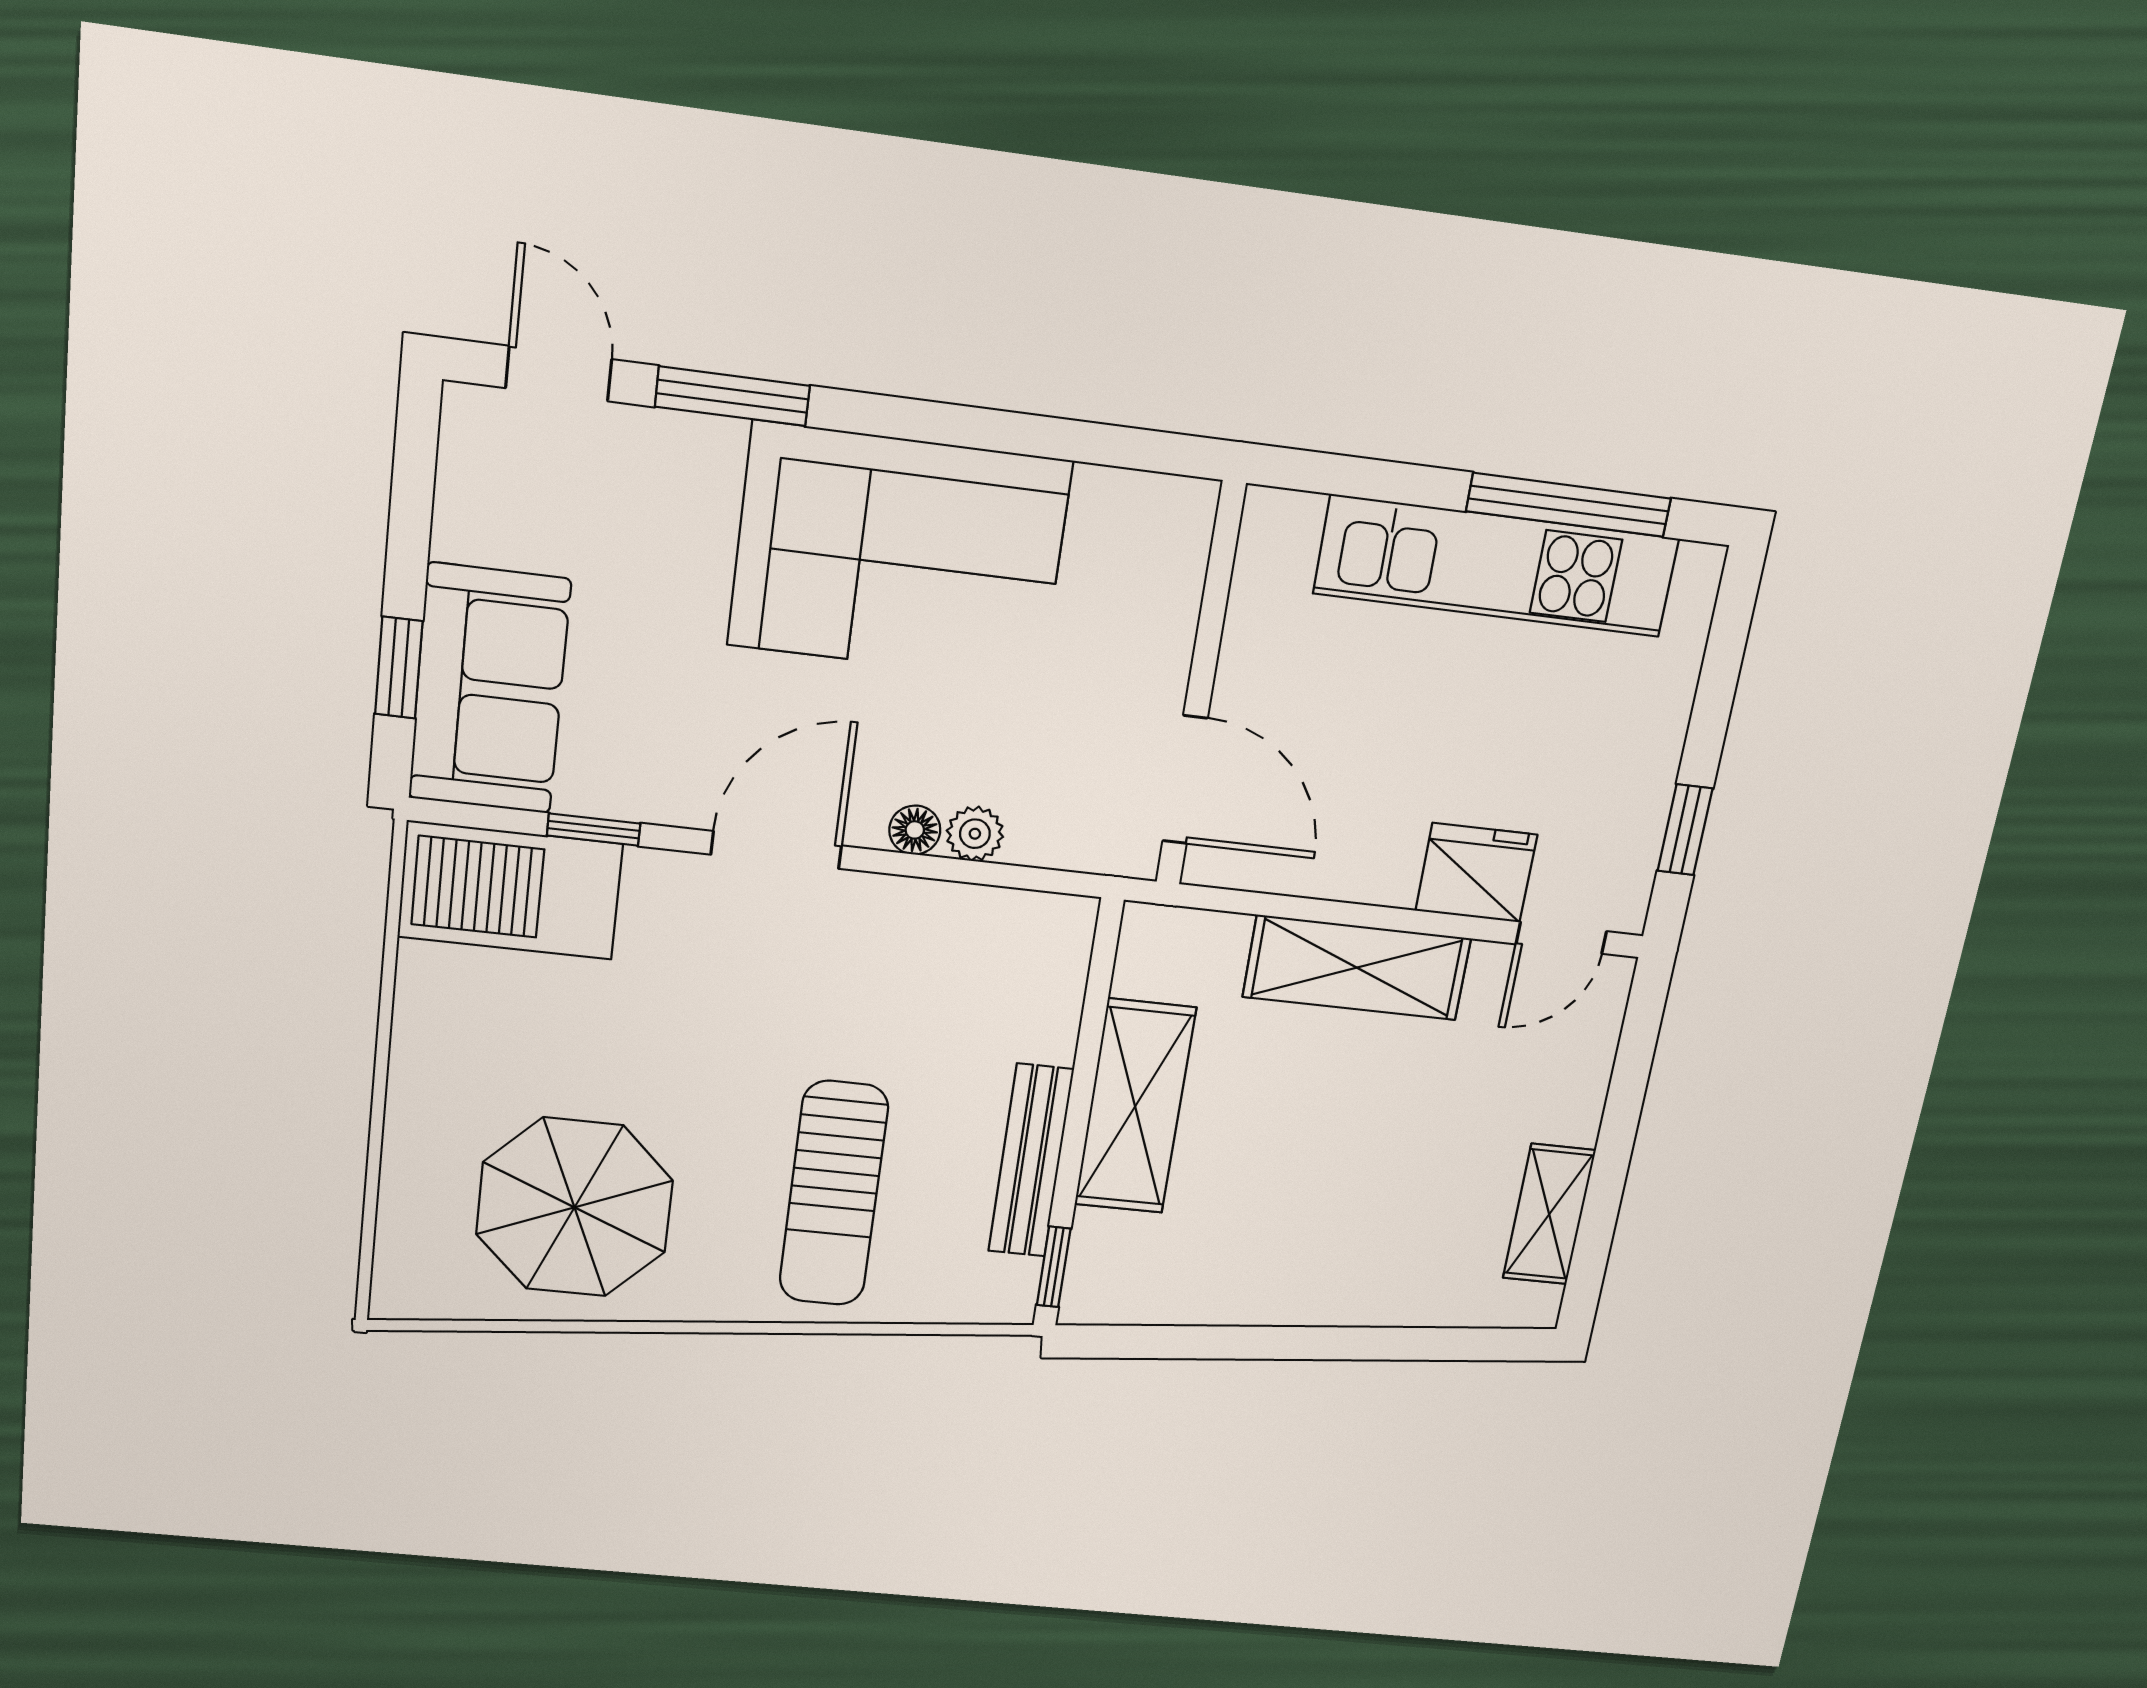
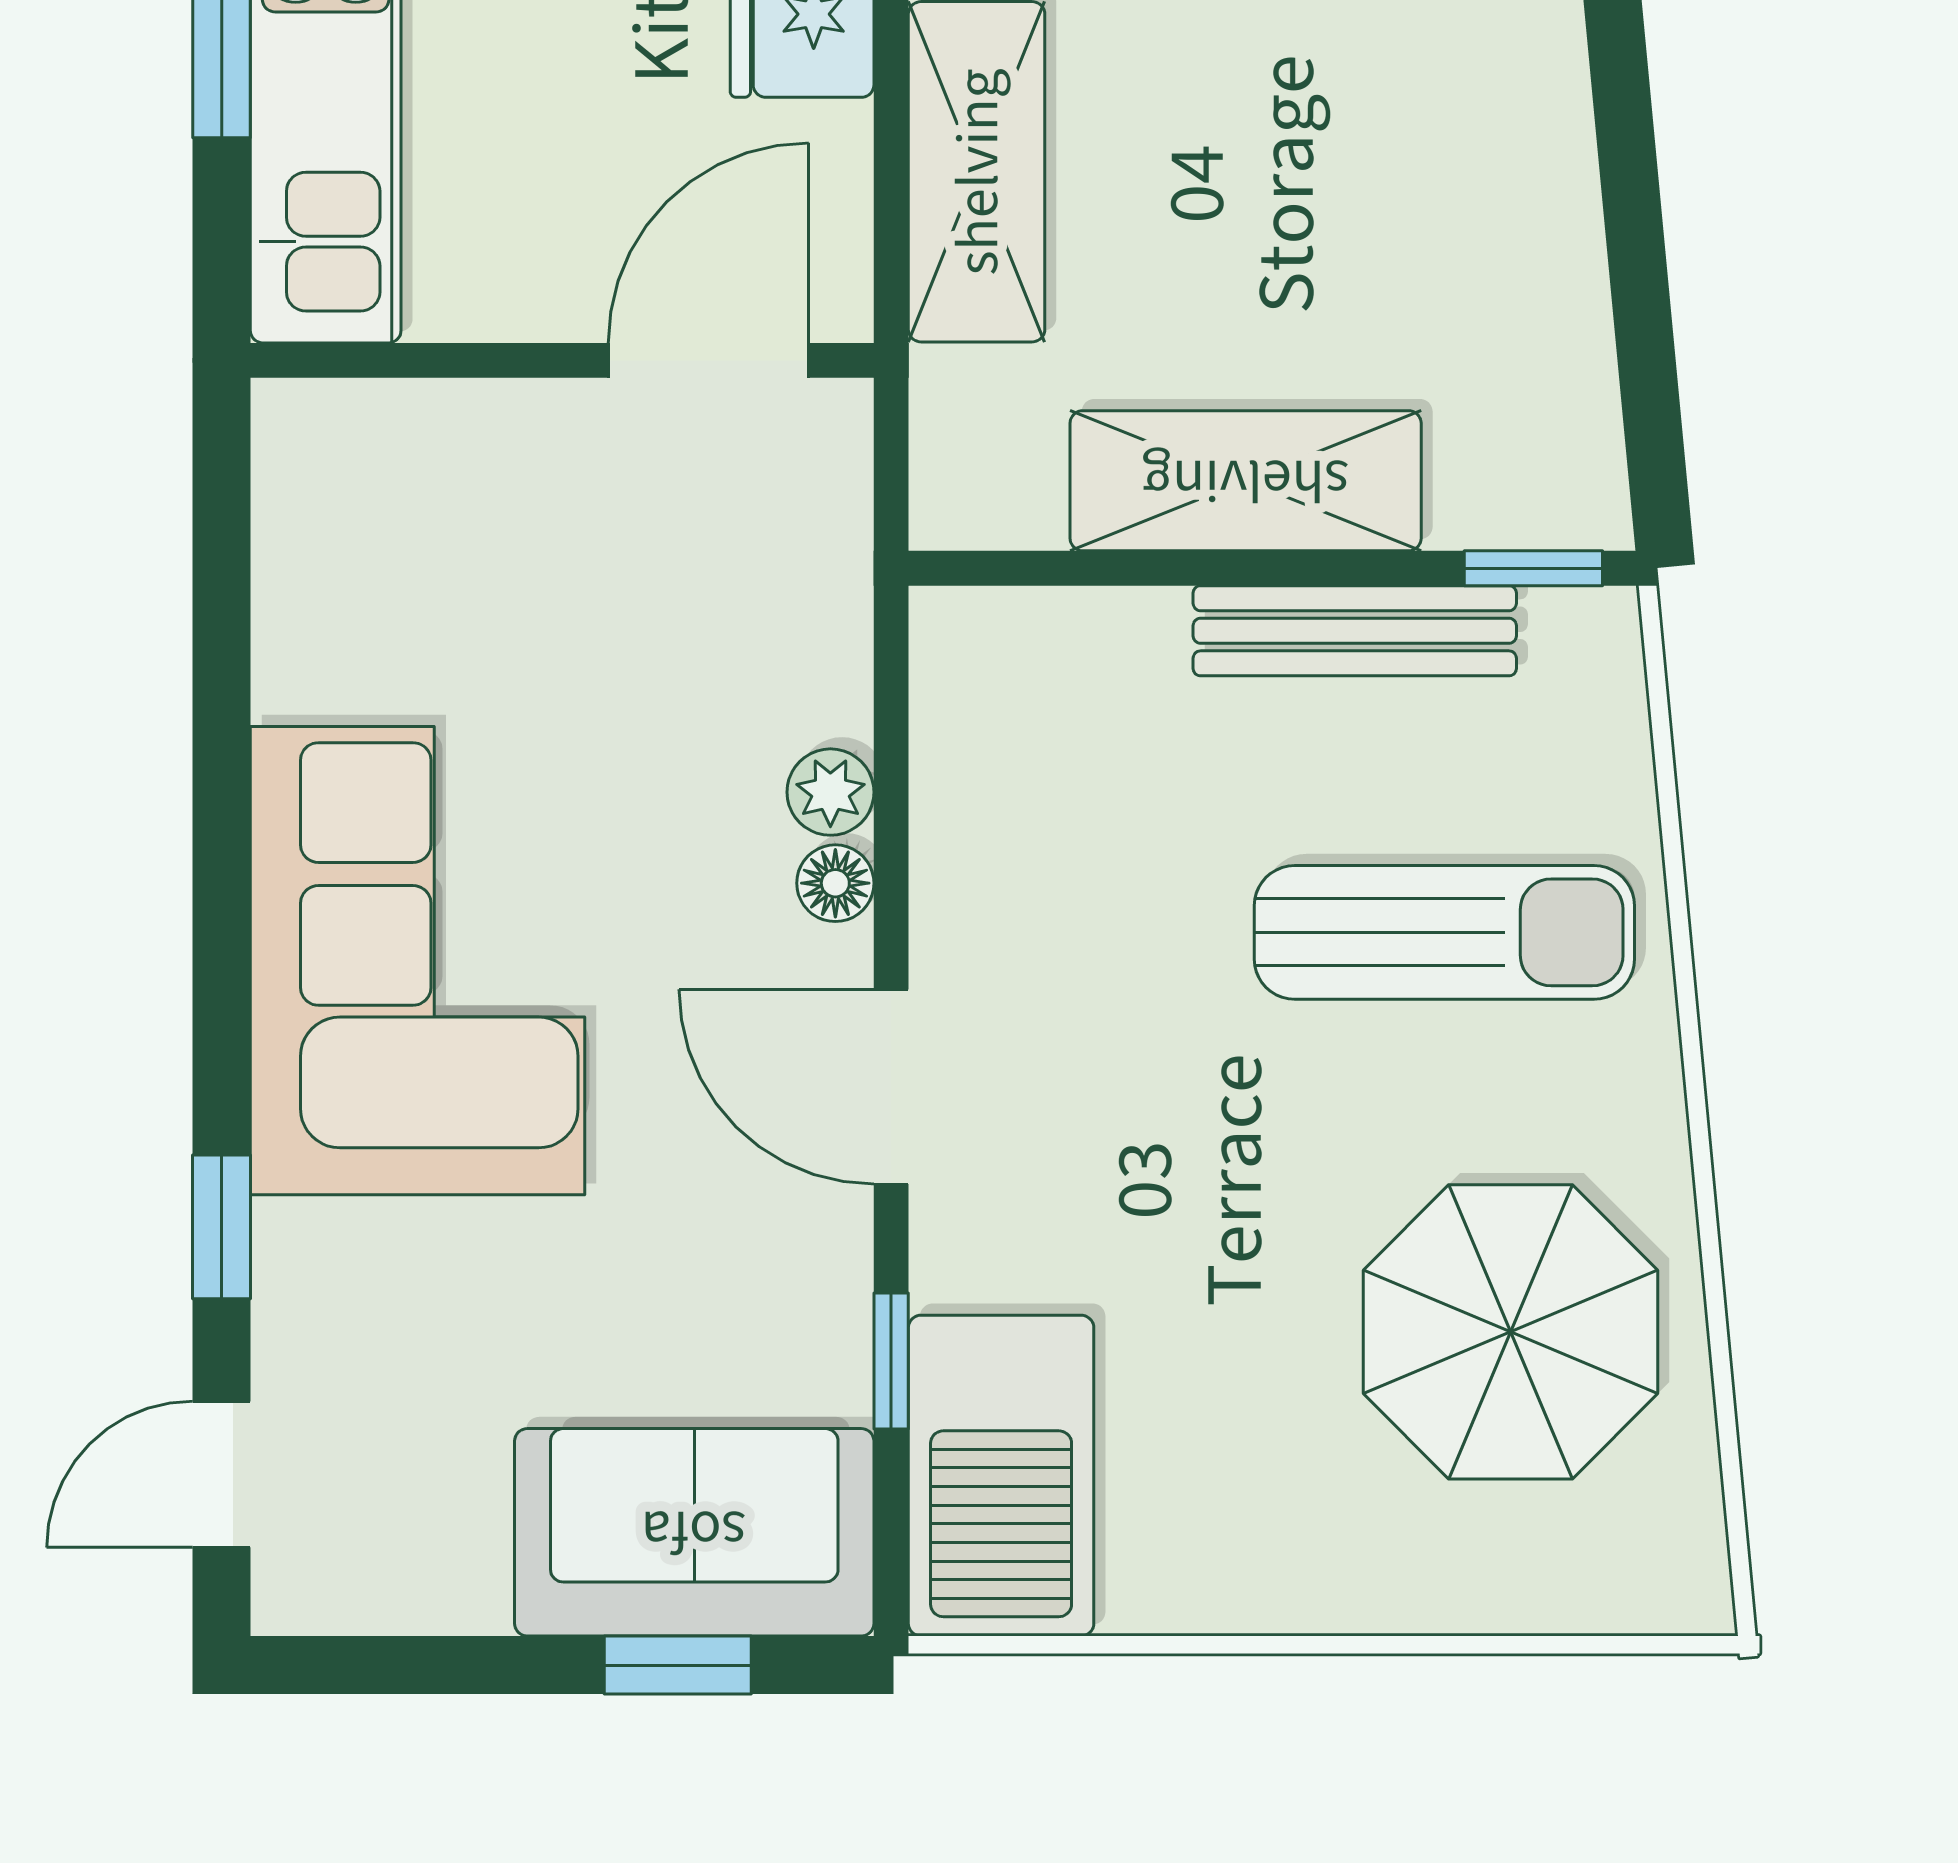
window: (732, 396) -> (222, 1227), width x0.67
wall: (1200, 687) -> (562, 360), moved
door: (1185, 780) -> (708, 360), moved

